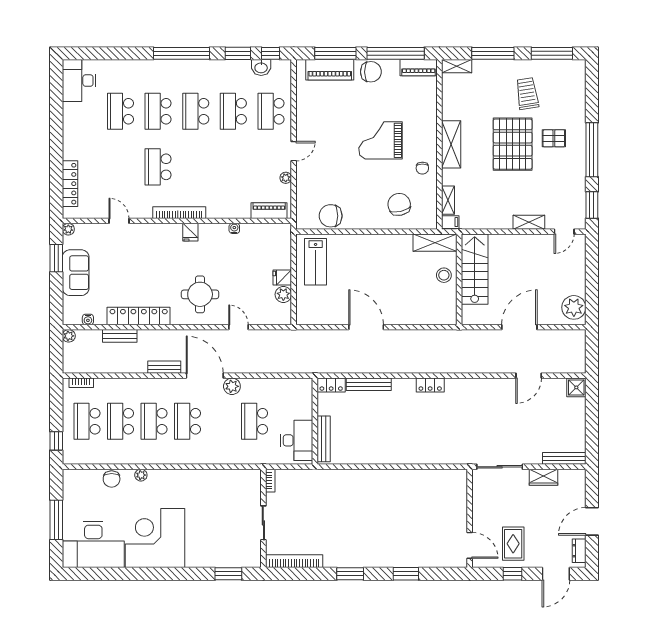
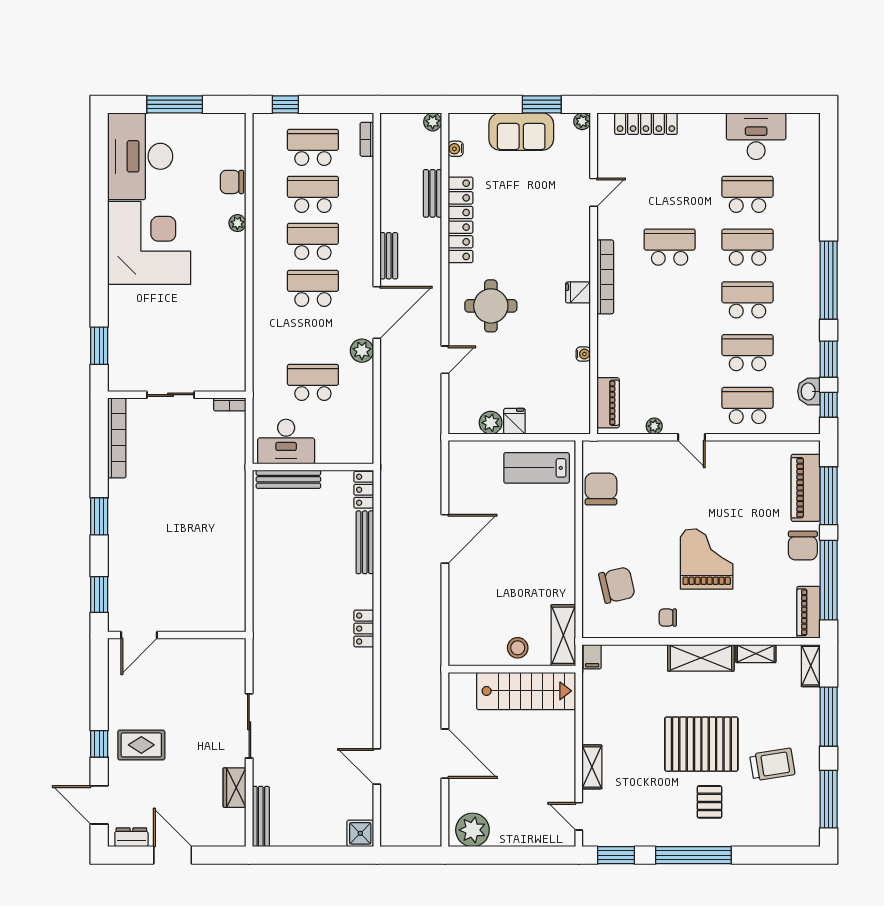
desk: (79, 81) -> (756, 136), moved
shelving: (448, 200) -> (756, 654), moved
wall: (470, 518) -> (177, 635), moved
door: (470, 545) -> (139, 635), moved

